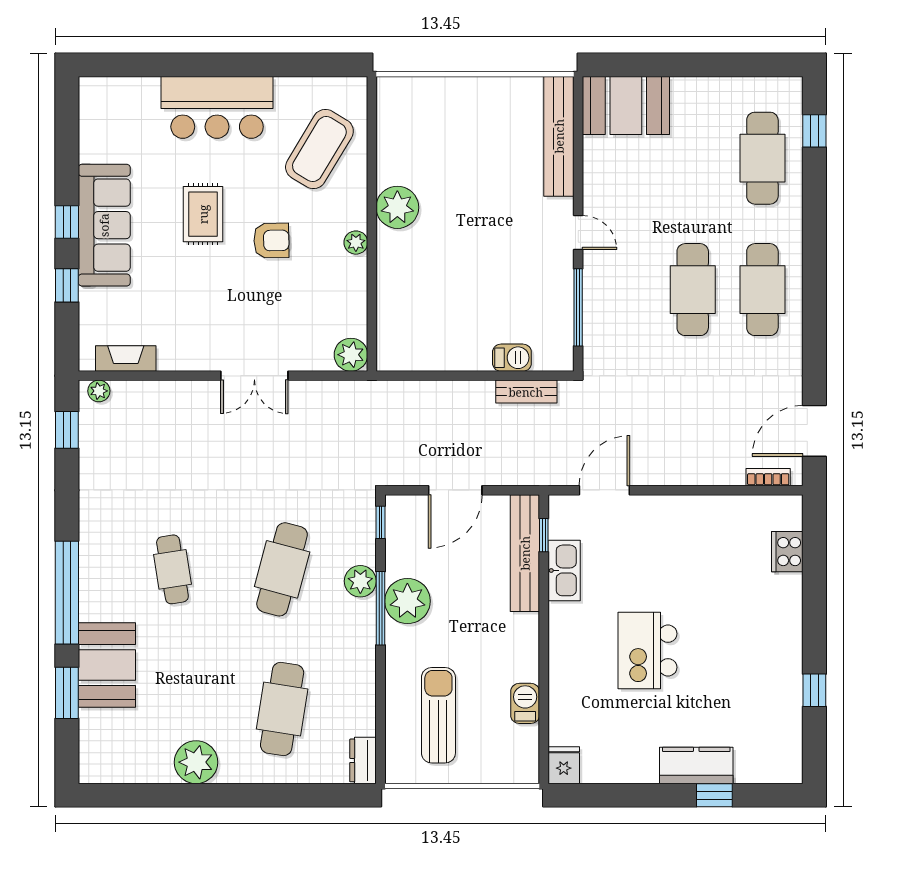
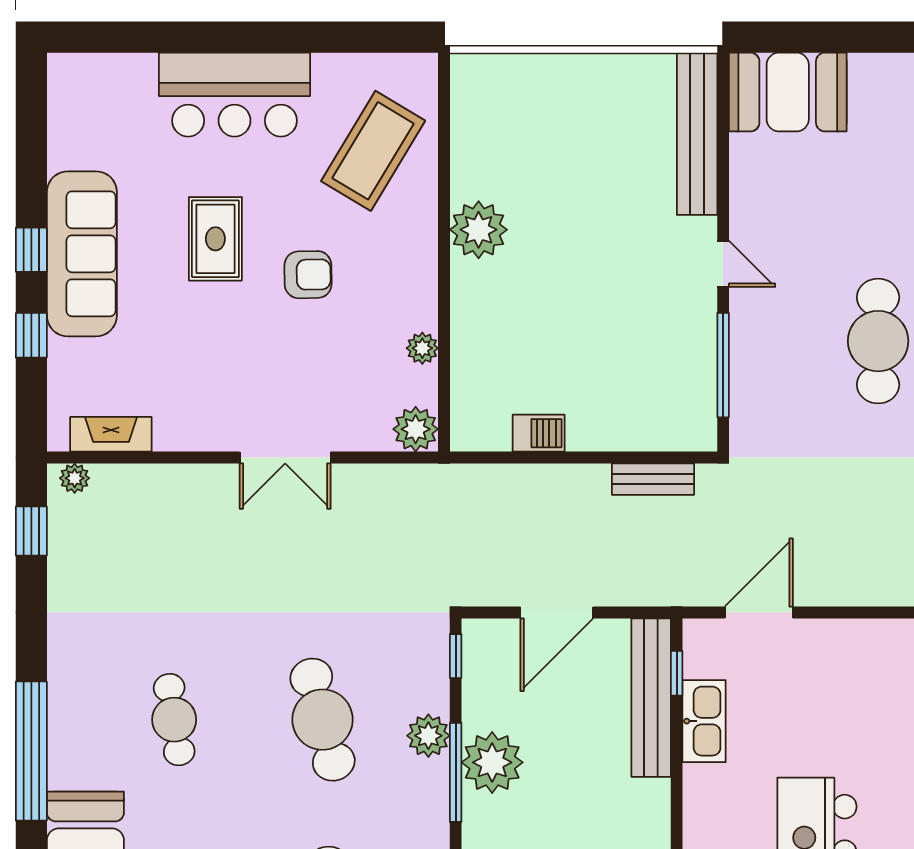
plant: (356, 243) -> (422, 348), moved
barbecue: (512, 358) -> (539, 433), moved
cafe table: (282, 569) -> (323, 720), turned -30

